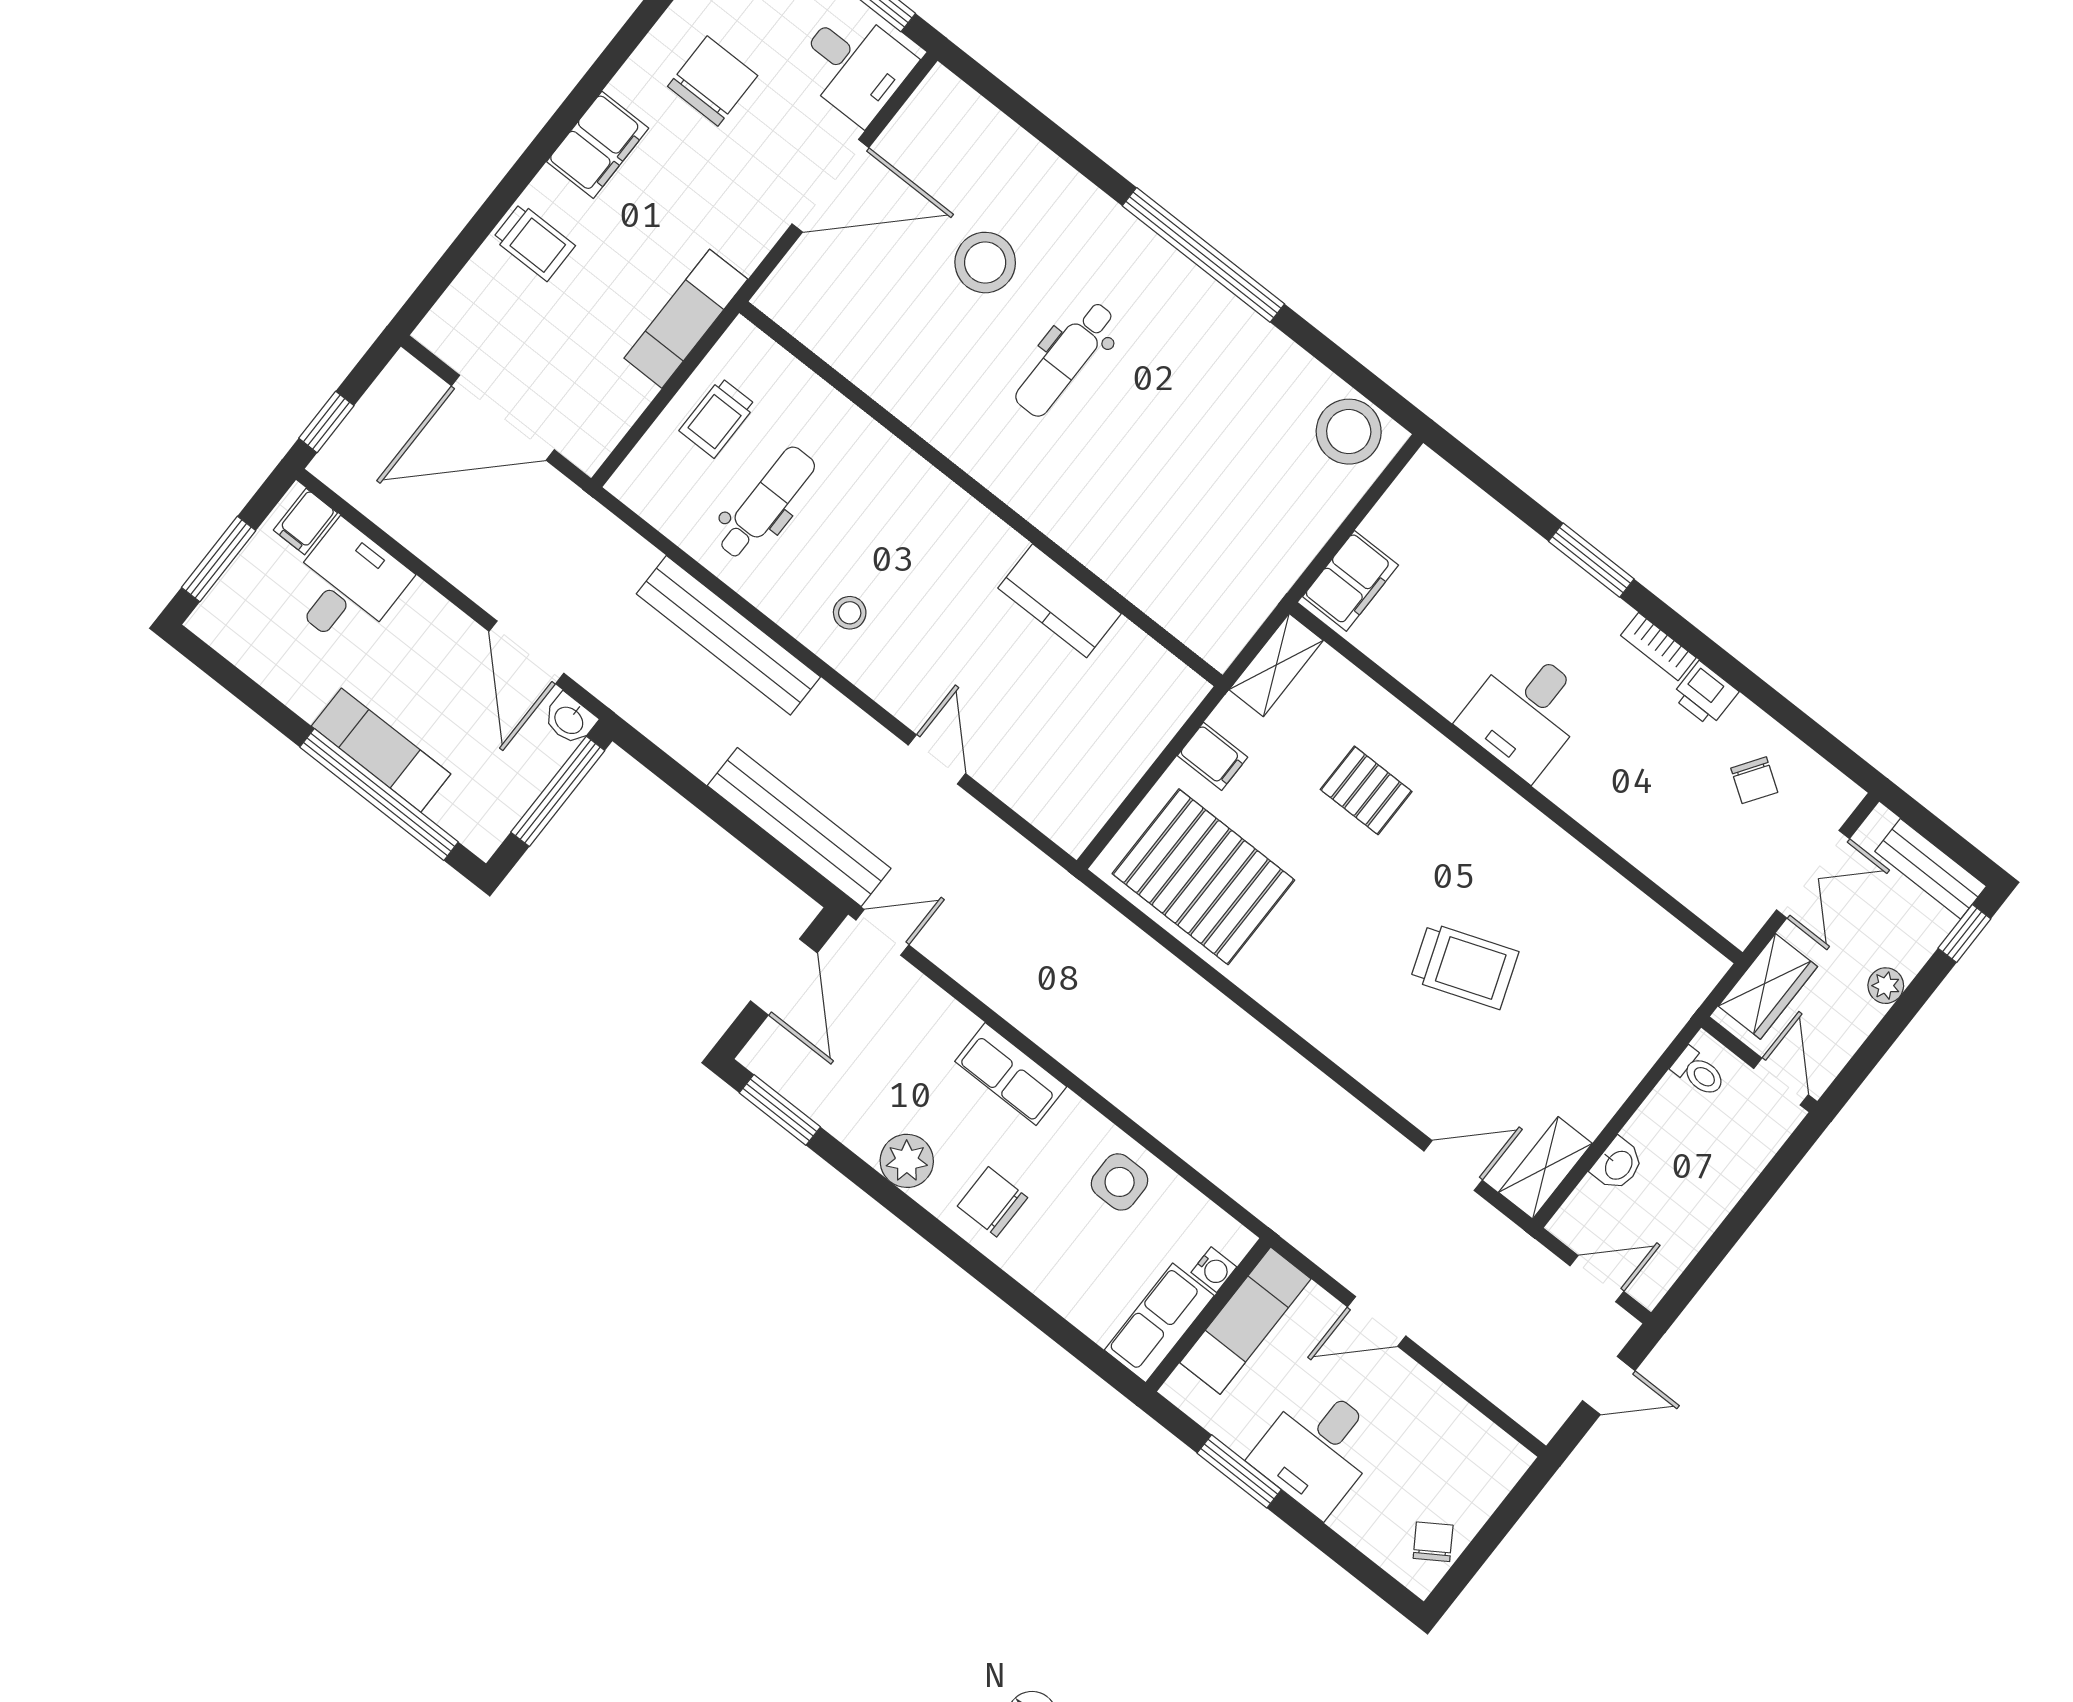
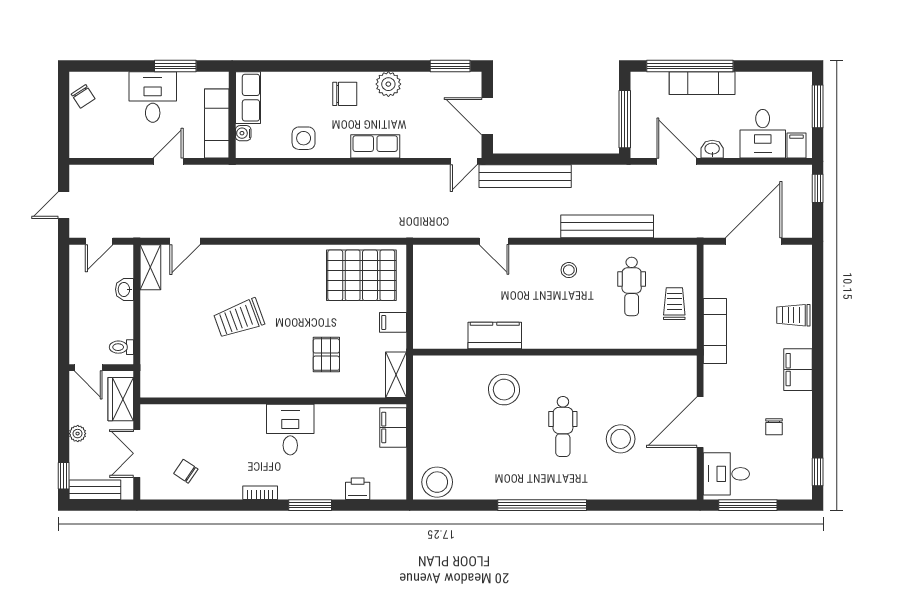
chair: (713, 81) -> (774, 427), width x0.54, depth x0.54
dental chair: (1065, 359) -> (563, 427), turned 180
stool: (1115, 498) -> (504, 390), added
printer: (1705, 694) -> (358, 489), moved
washbasin: (570, 719) -> (712, 149), moved
pallet: (1366, 790) -> (326, 355), turned 90

